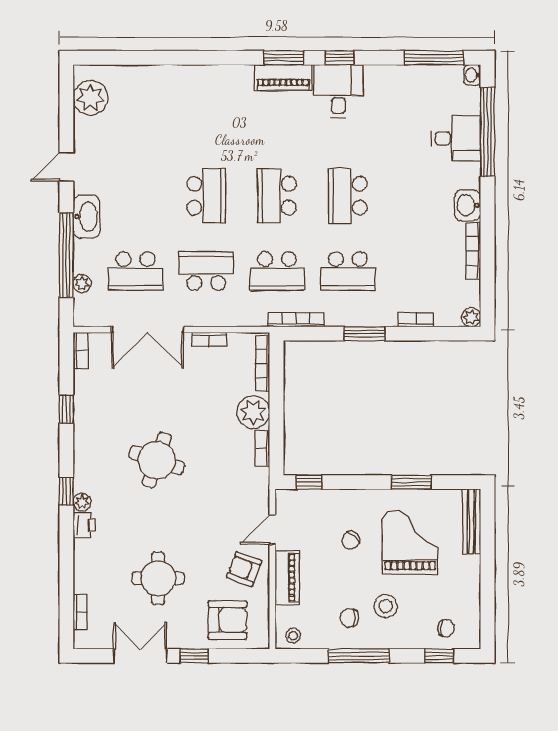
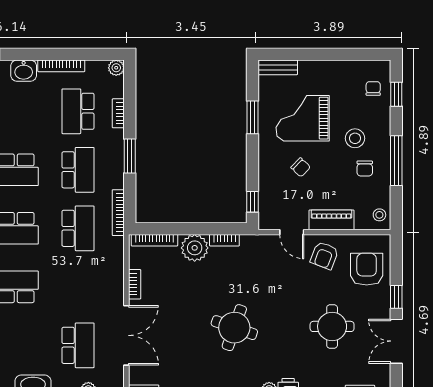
school desk: (206, 271) -> (78, 111), moved
bench: (472, 521) -> (278, 67), width x0.73

